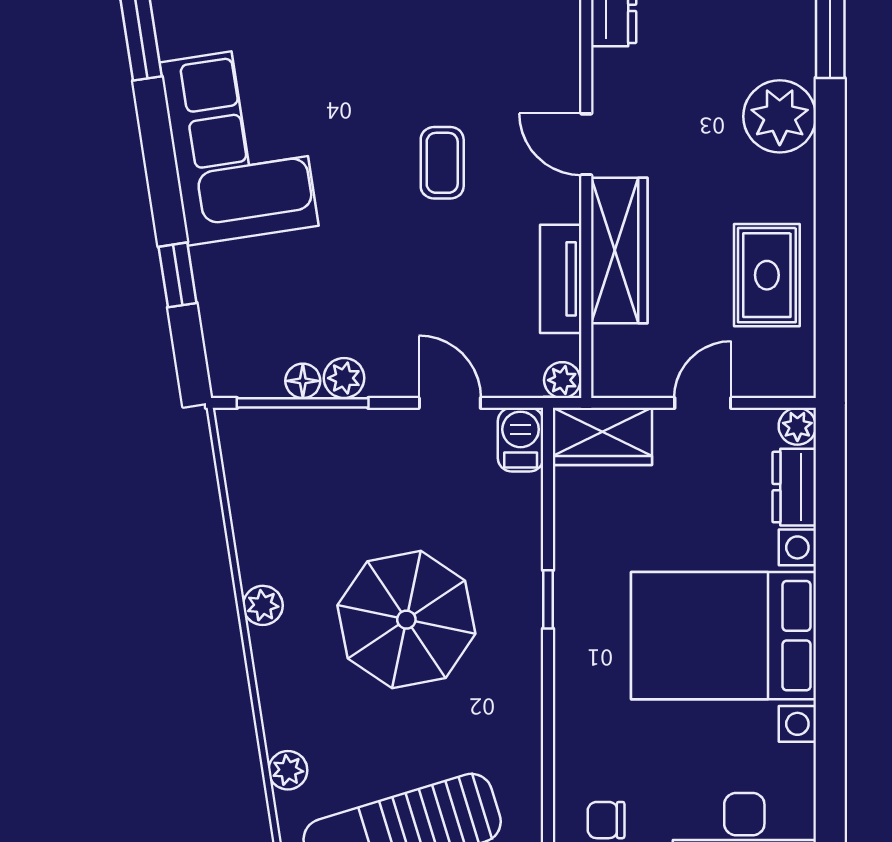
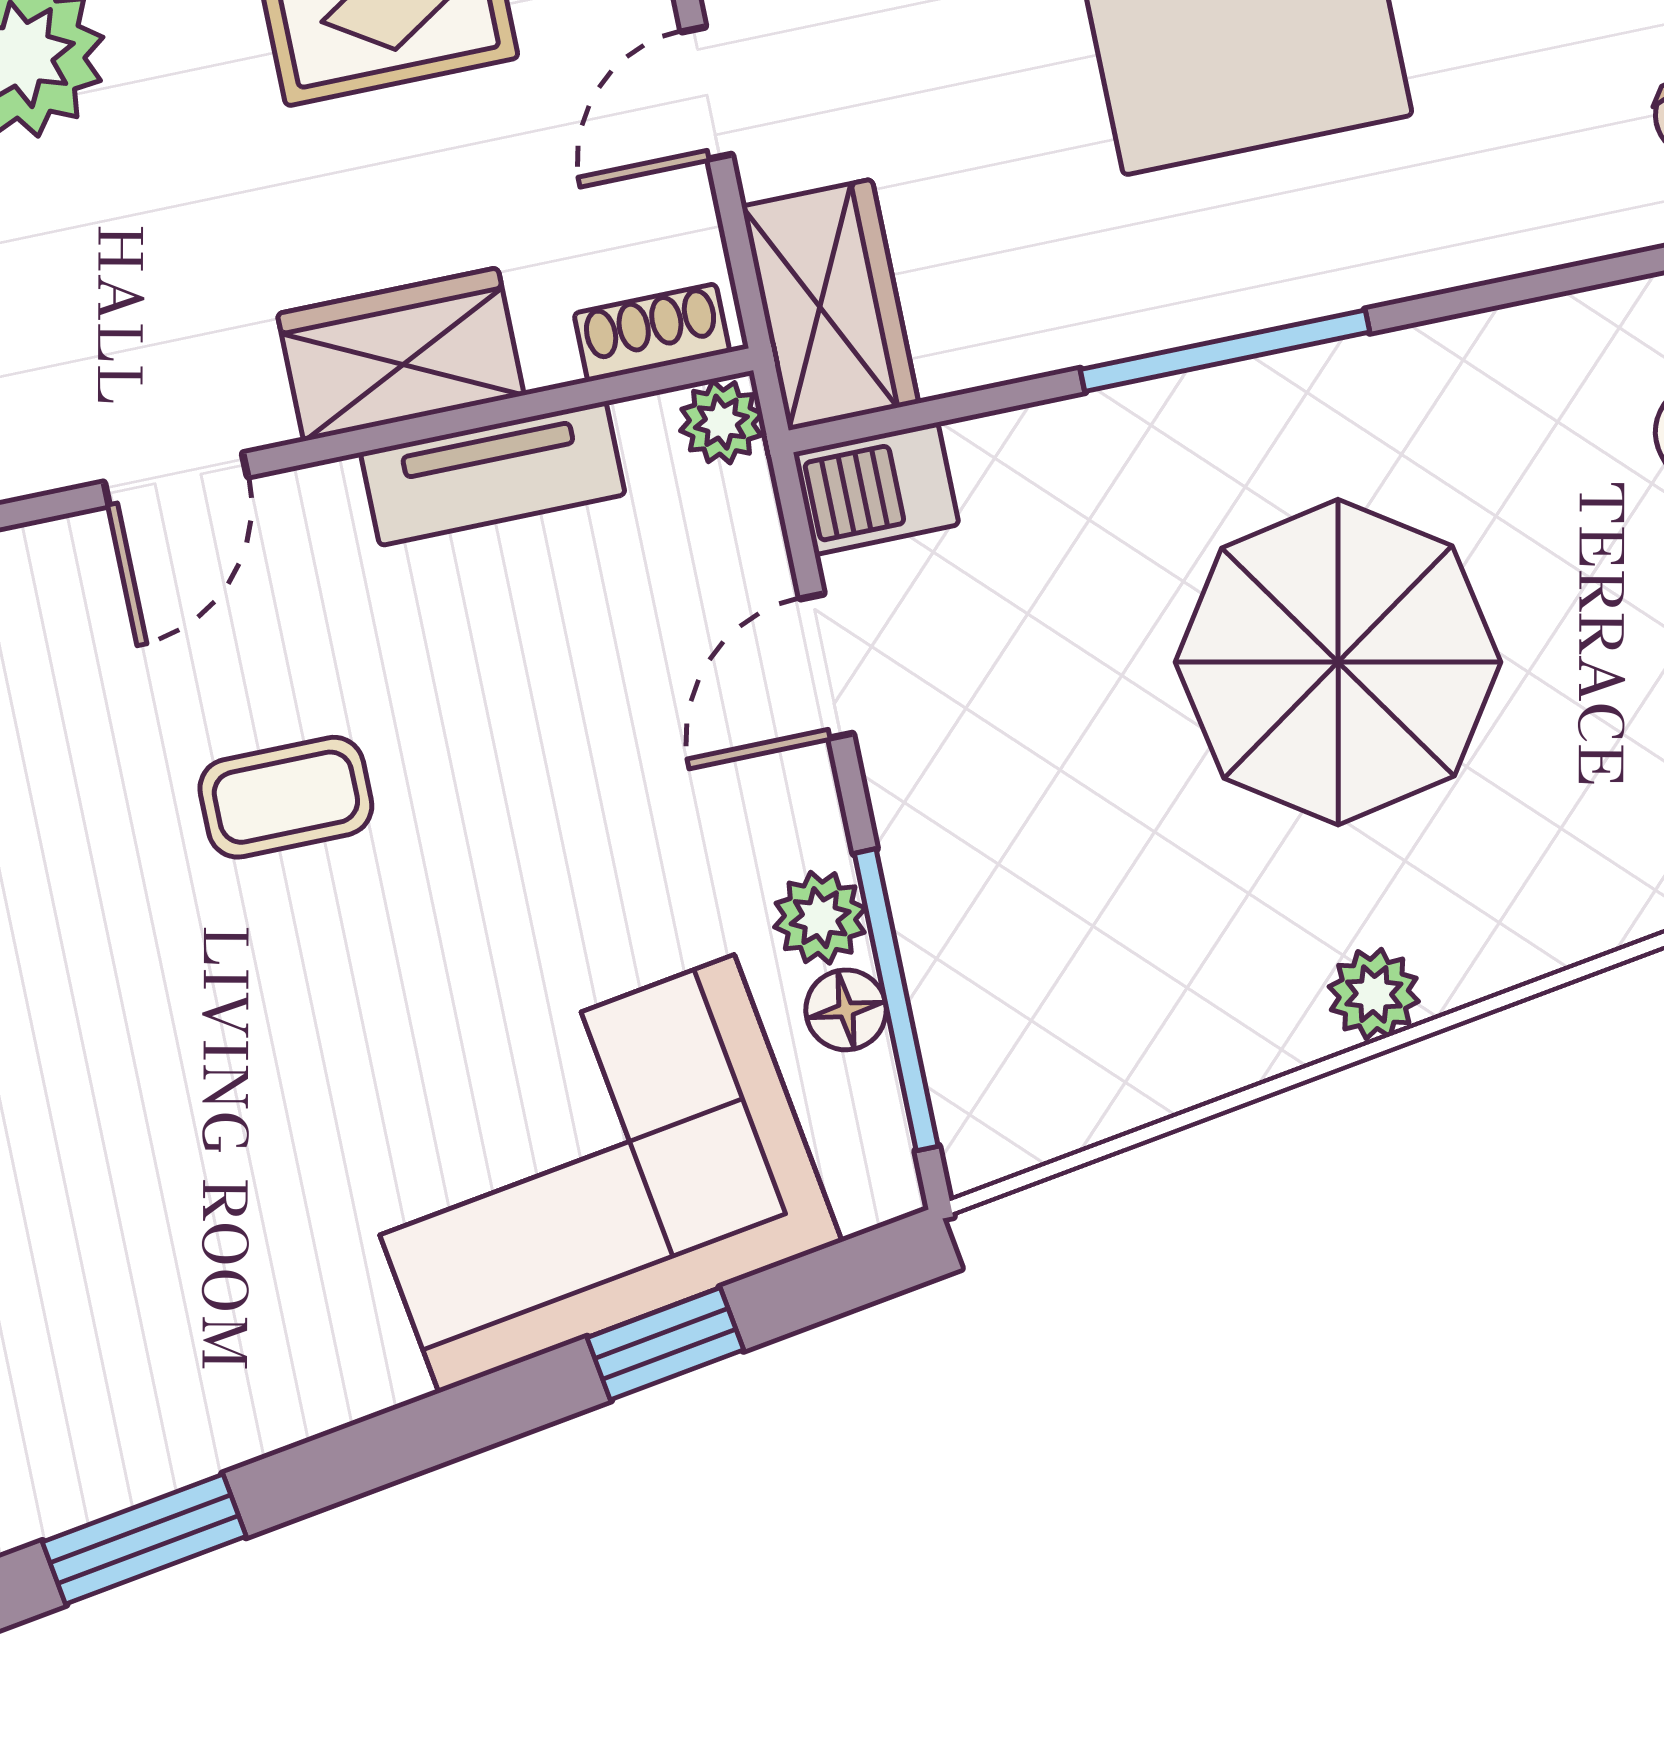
corner sofa: (239, 144) -> (587, 1174), moved
wardrobe: (619, 250) -> (401, 354), width x0.67
shoe rack: (606, 359) -> (652, 333), added
door: (703, 403) -> (707, 93), hinge flipped
window: (548, 599) -> (1225, 351), width x2.17

